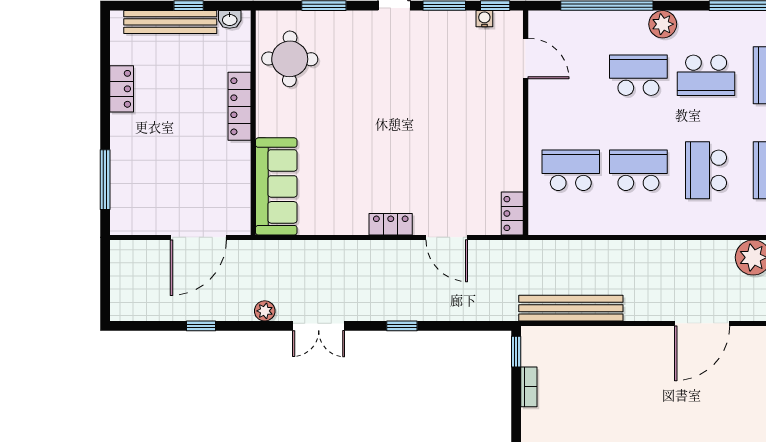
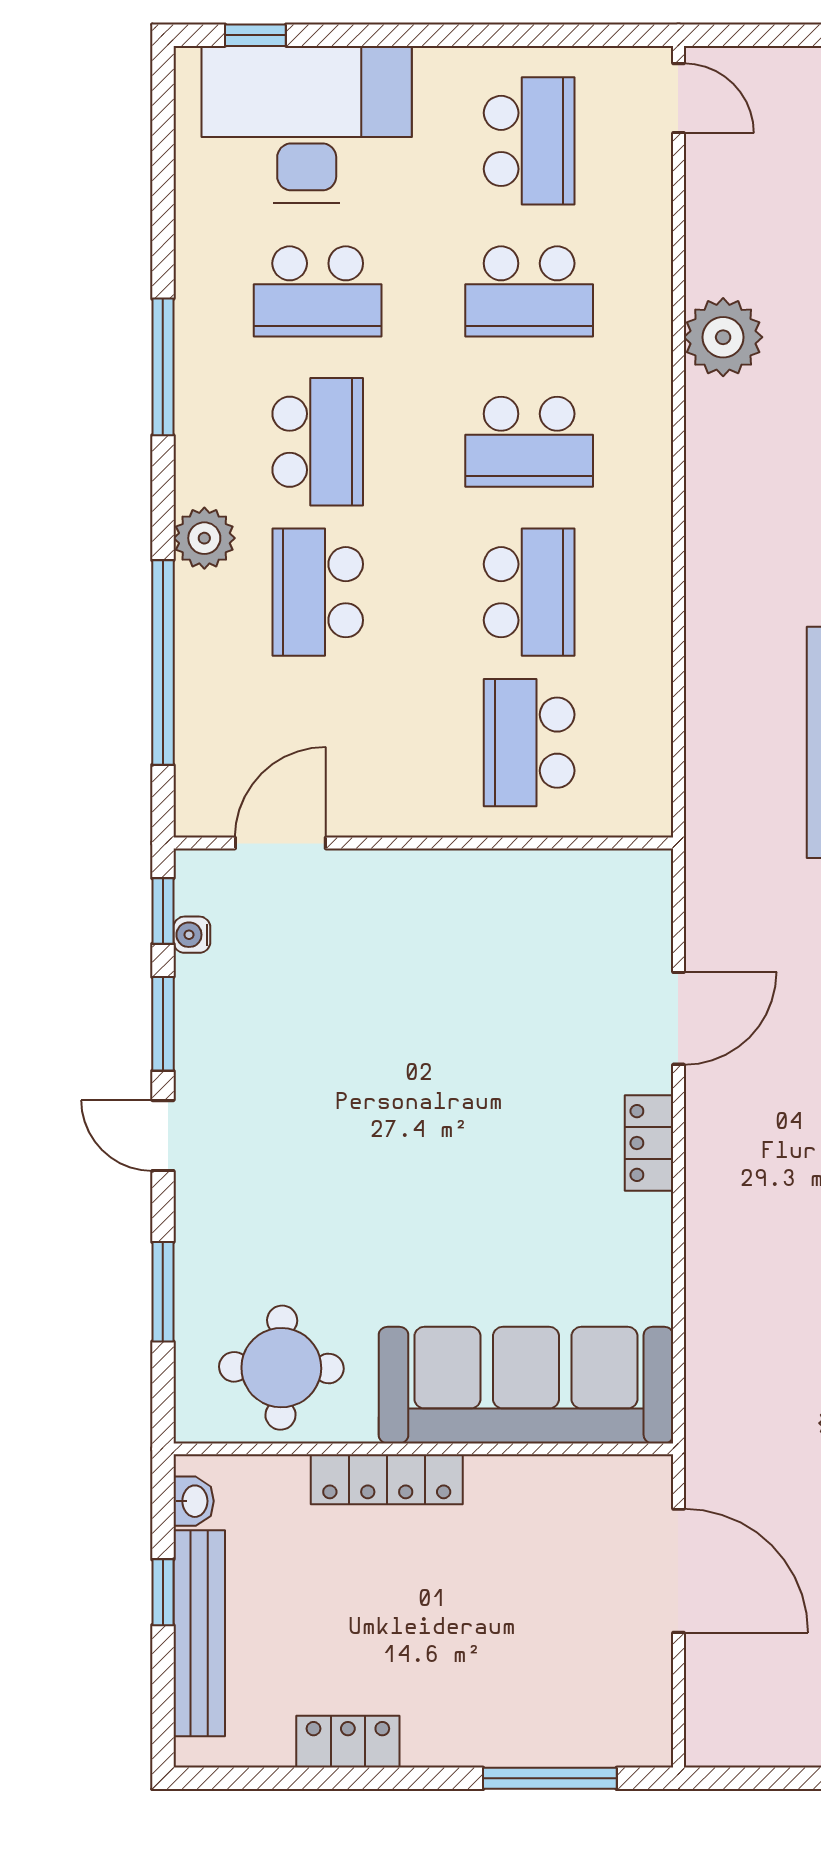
school desk: (638, 170) -> (529, 592), turned 180
sofa: (276, 186) -> (526, 1385), width x1.36, depth x1.27
locker: (512, 213) -> (625, 873), removed

